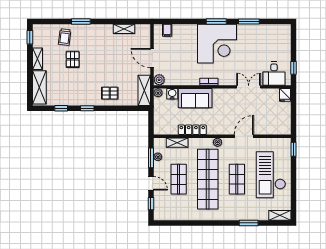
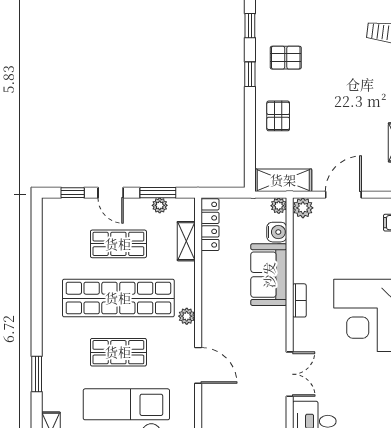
pallet: (73, 59) -> (286, 58), moved
locker: (192, 130) -> (210, 225), moved
door: (151, 183) -> (111, 193), hinge flipped

